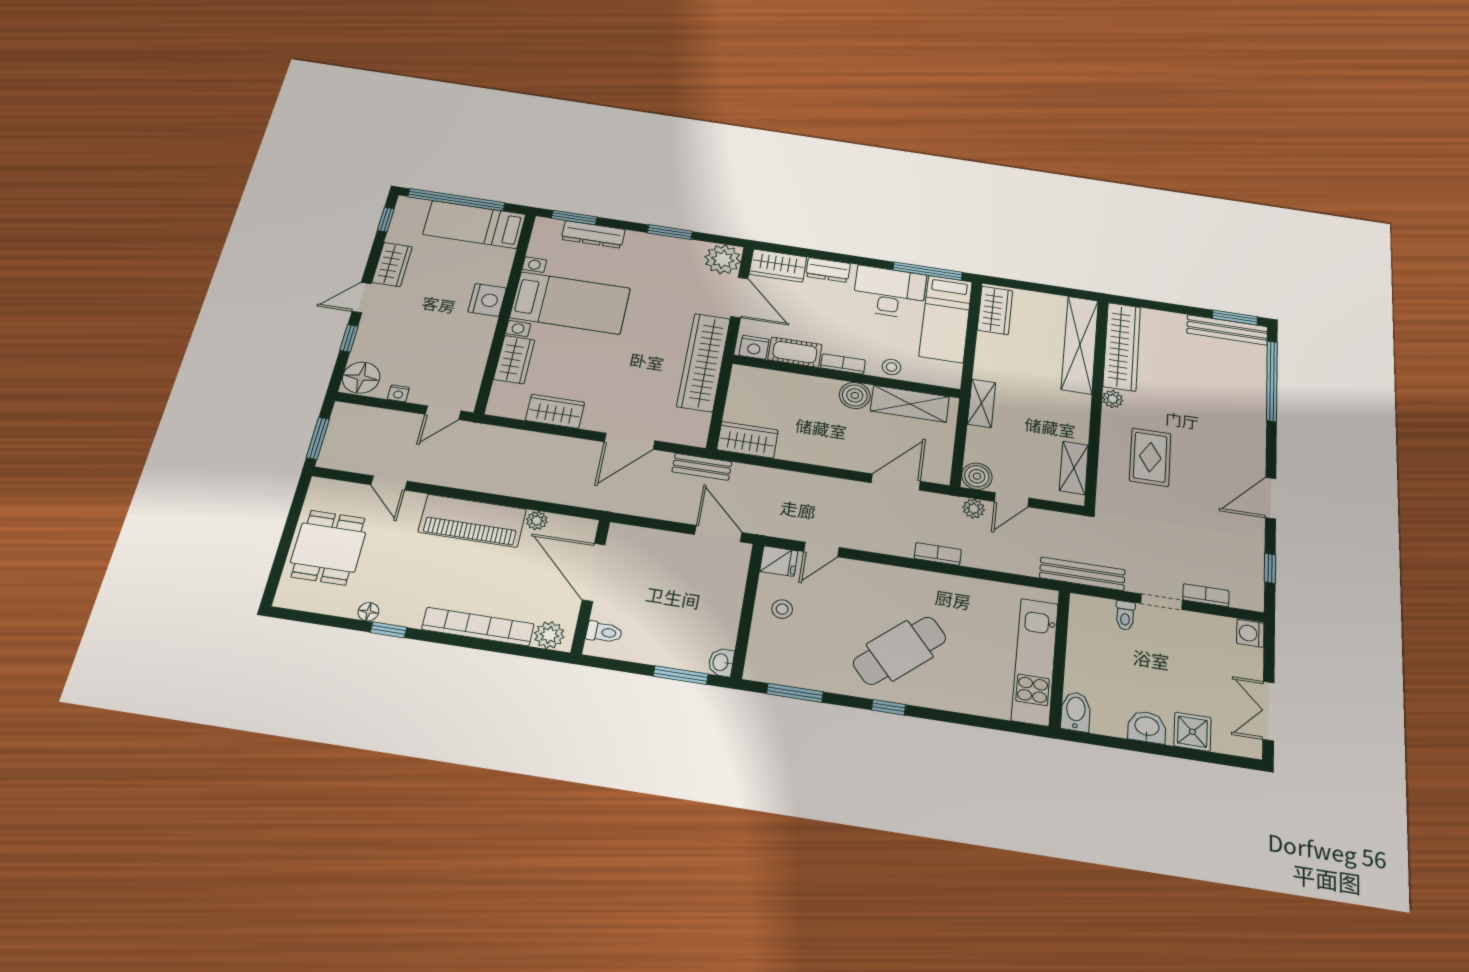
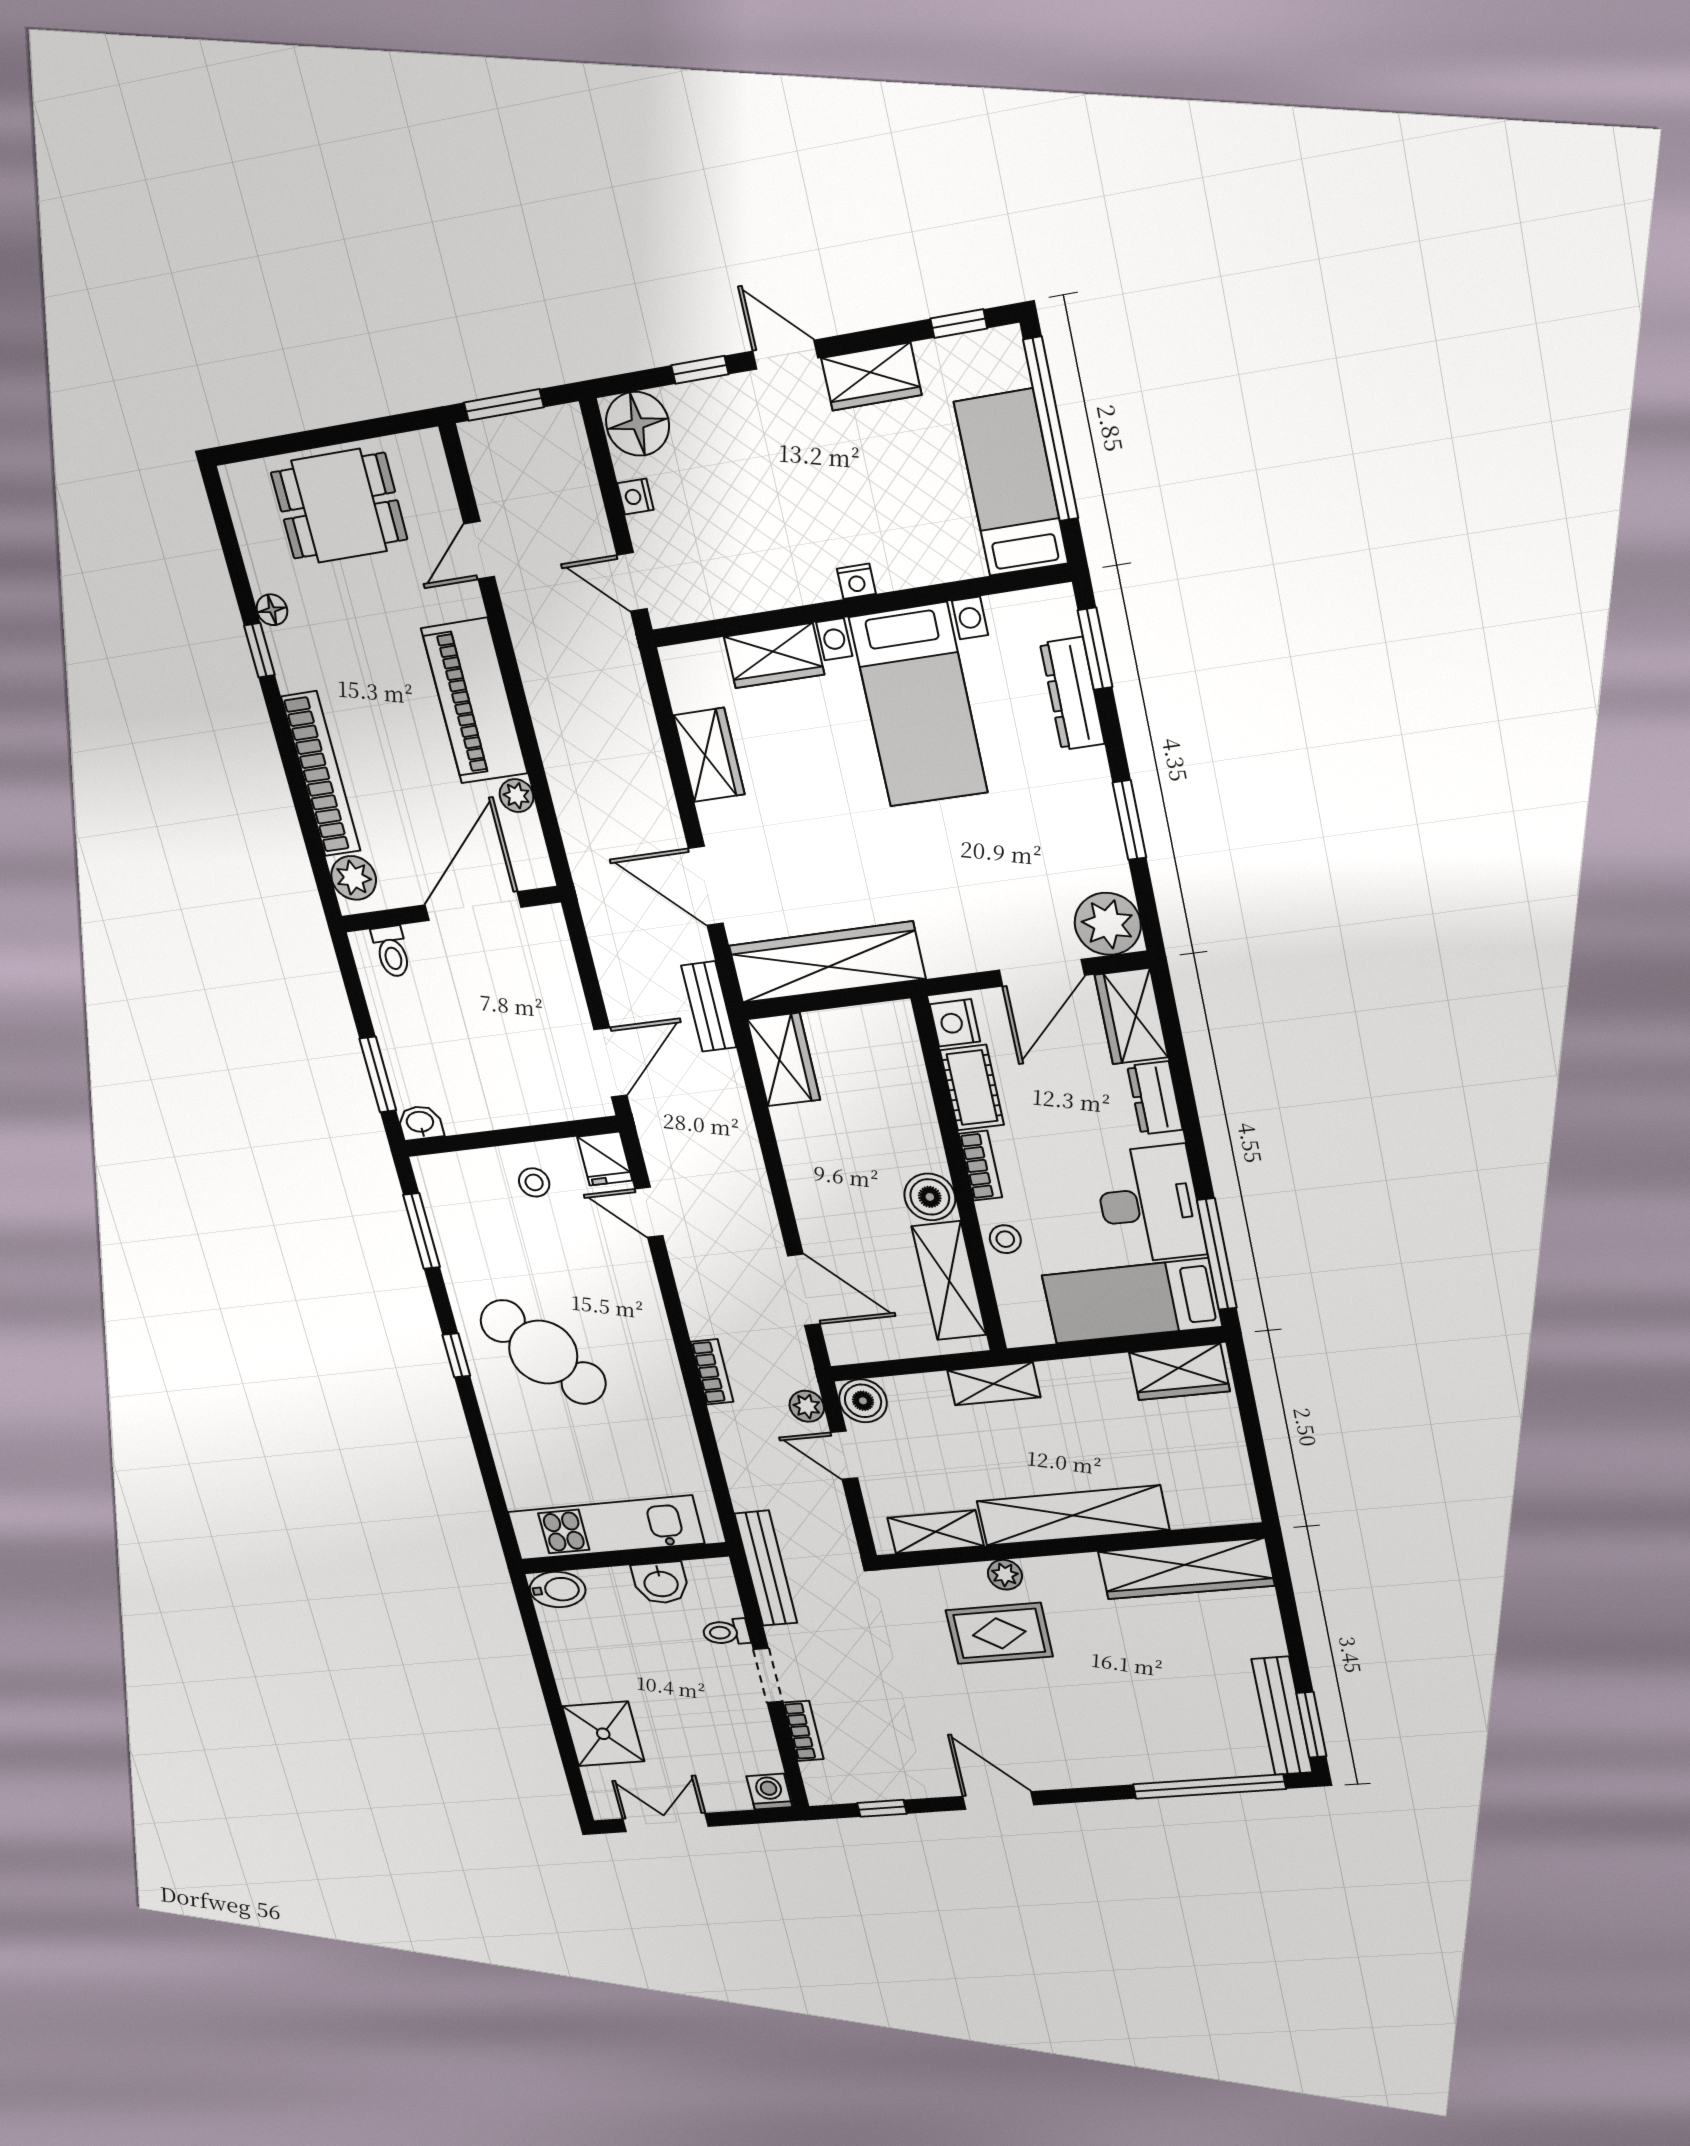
nightstand: (487, 300) -> (856, 581), width x0.53, depth x0.56
shelving: (1080, 345) -> (1073, 1516), moved
wardrobe: (704, 362) -> (827, 962), moved
plant: (1113, 399) -> (1005, 1575), moved
washbasin: (1147, 727) -> (661, 1583), moved, turned 90
shower: (1192, 732) -> (603, 1734), width x1.36, depth x1.36

